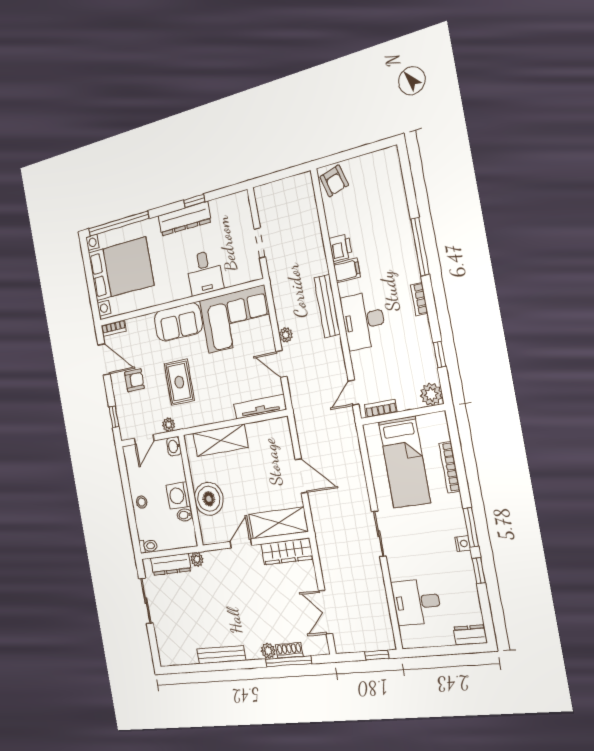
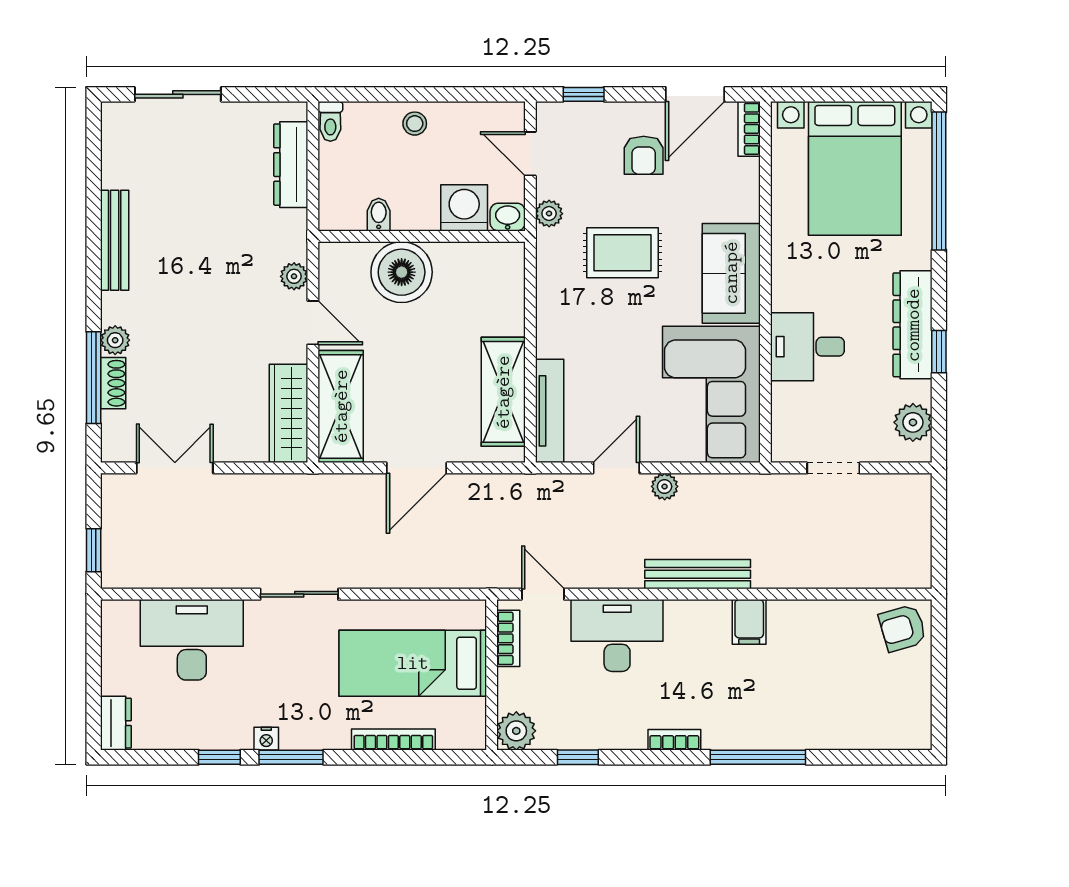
plant: (230, 205) -> (913, 422), added
printer: (341, 248) -> (789, 618), removed
desk: (363, 321) -> (617, 636), moved
shelving: (221, 440) -> (503, 392), moved
washing machine: (178, 496) -> (464, 208), moved
plant: (197, 559) -> (294, 276), moved
sliding door: (146, 601) -> (178, 94), moved
desk: (416, 602) -> (192, 640), width x1.37

